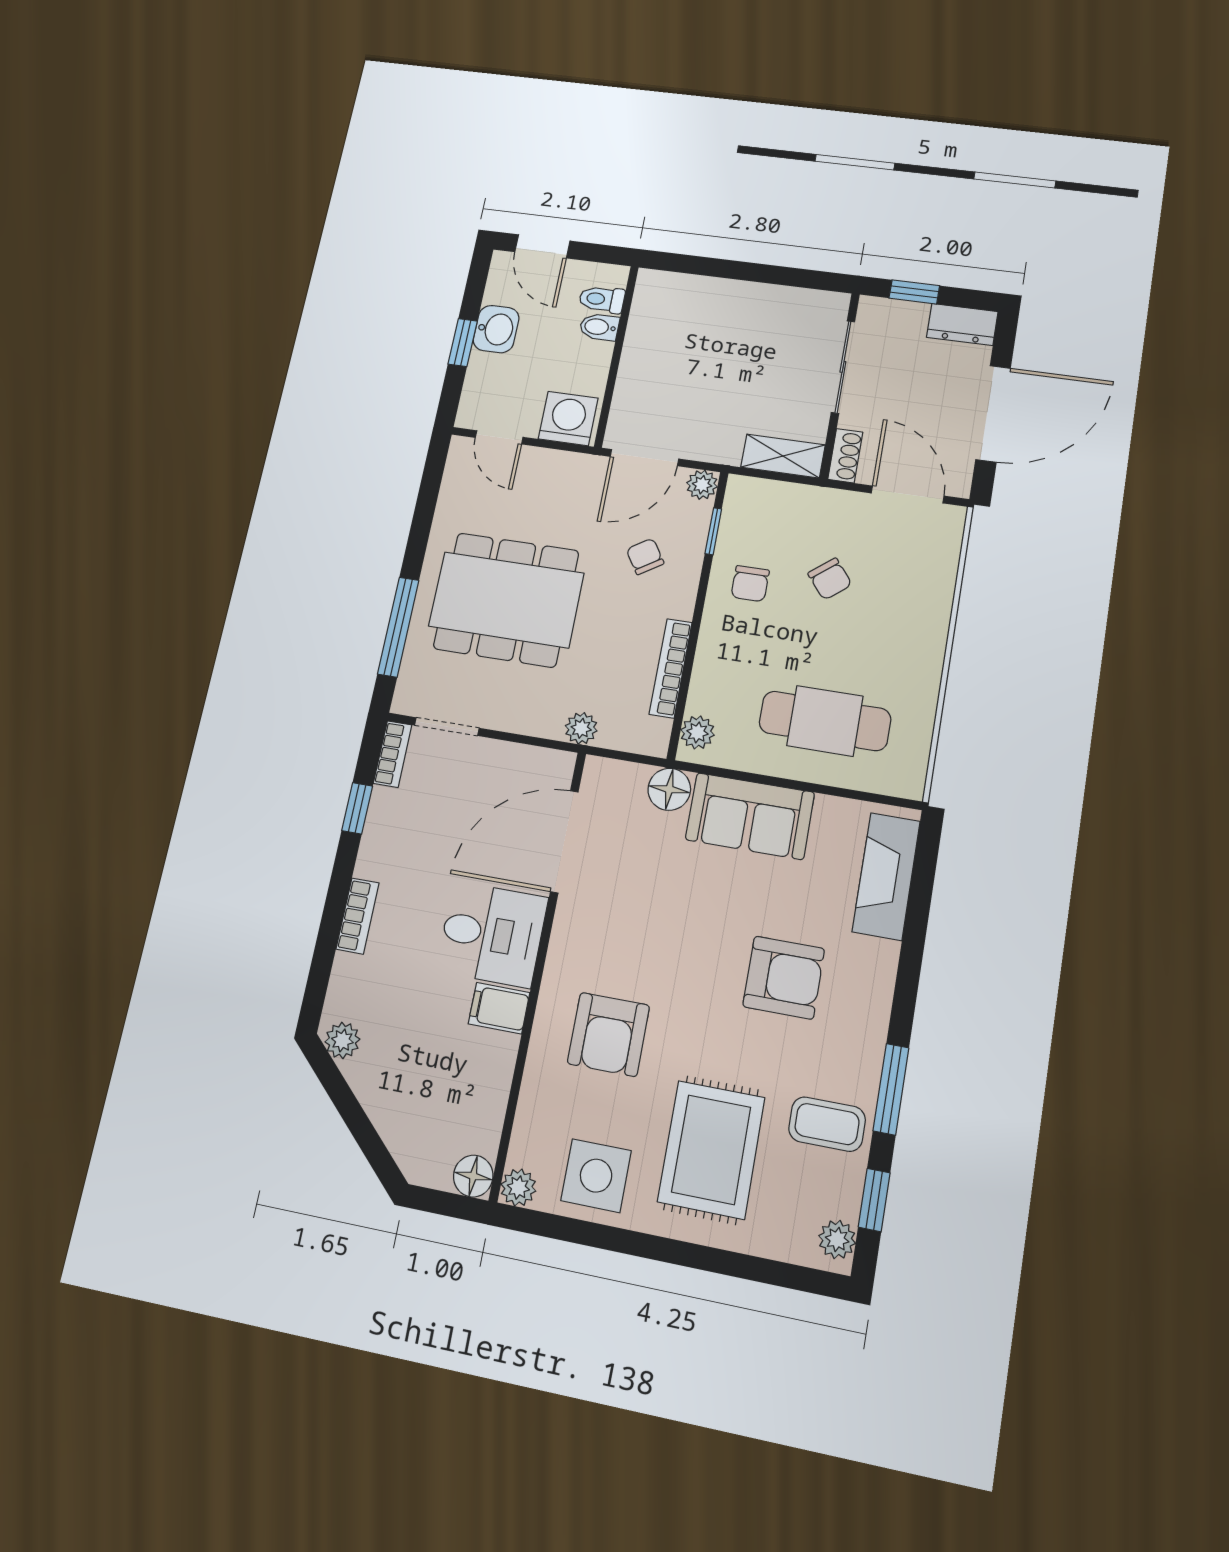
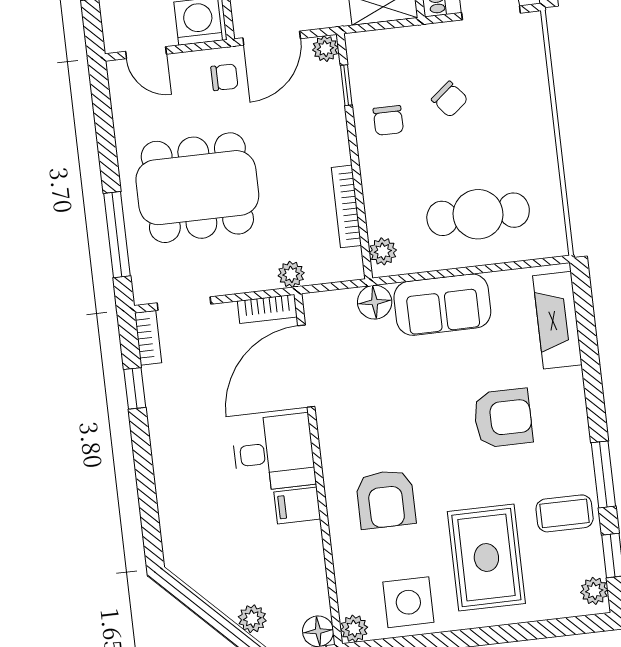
chair: (645, 556) -> (224, 77), moved, turned 123
bookcase: (358, 916) -> (267, 309), moved, turned 90
plant: (342, 1040) -> (252, 619), moved

